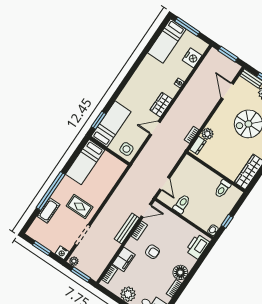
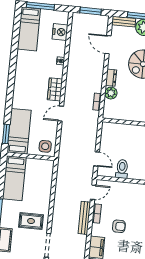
dresser: (198, 145) -> (111, 78), moved

